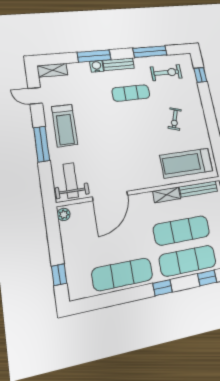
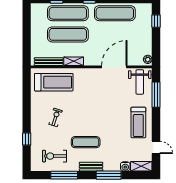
water cooler: (97, 66) -> (125, 166), moved
window: (200, 75) -> (27, 139), moved
treadmill: (65, 125) -> (138, 122), turned 180
window: (42, 144) -> (156, 95), moved

